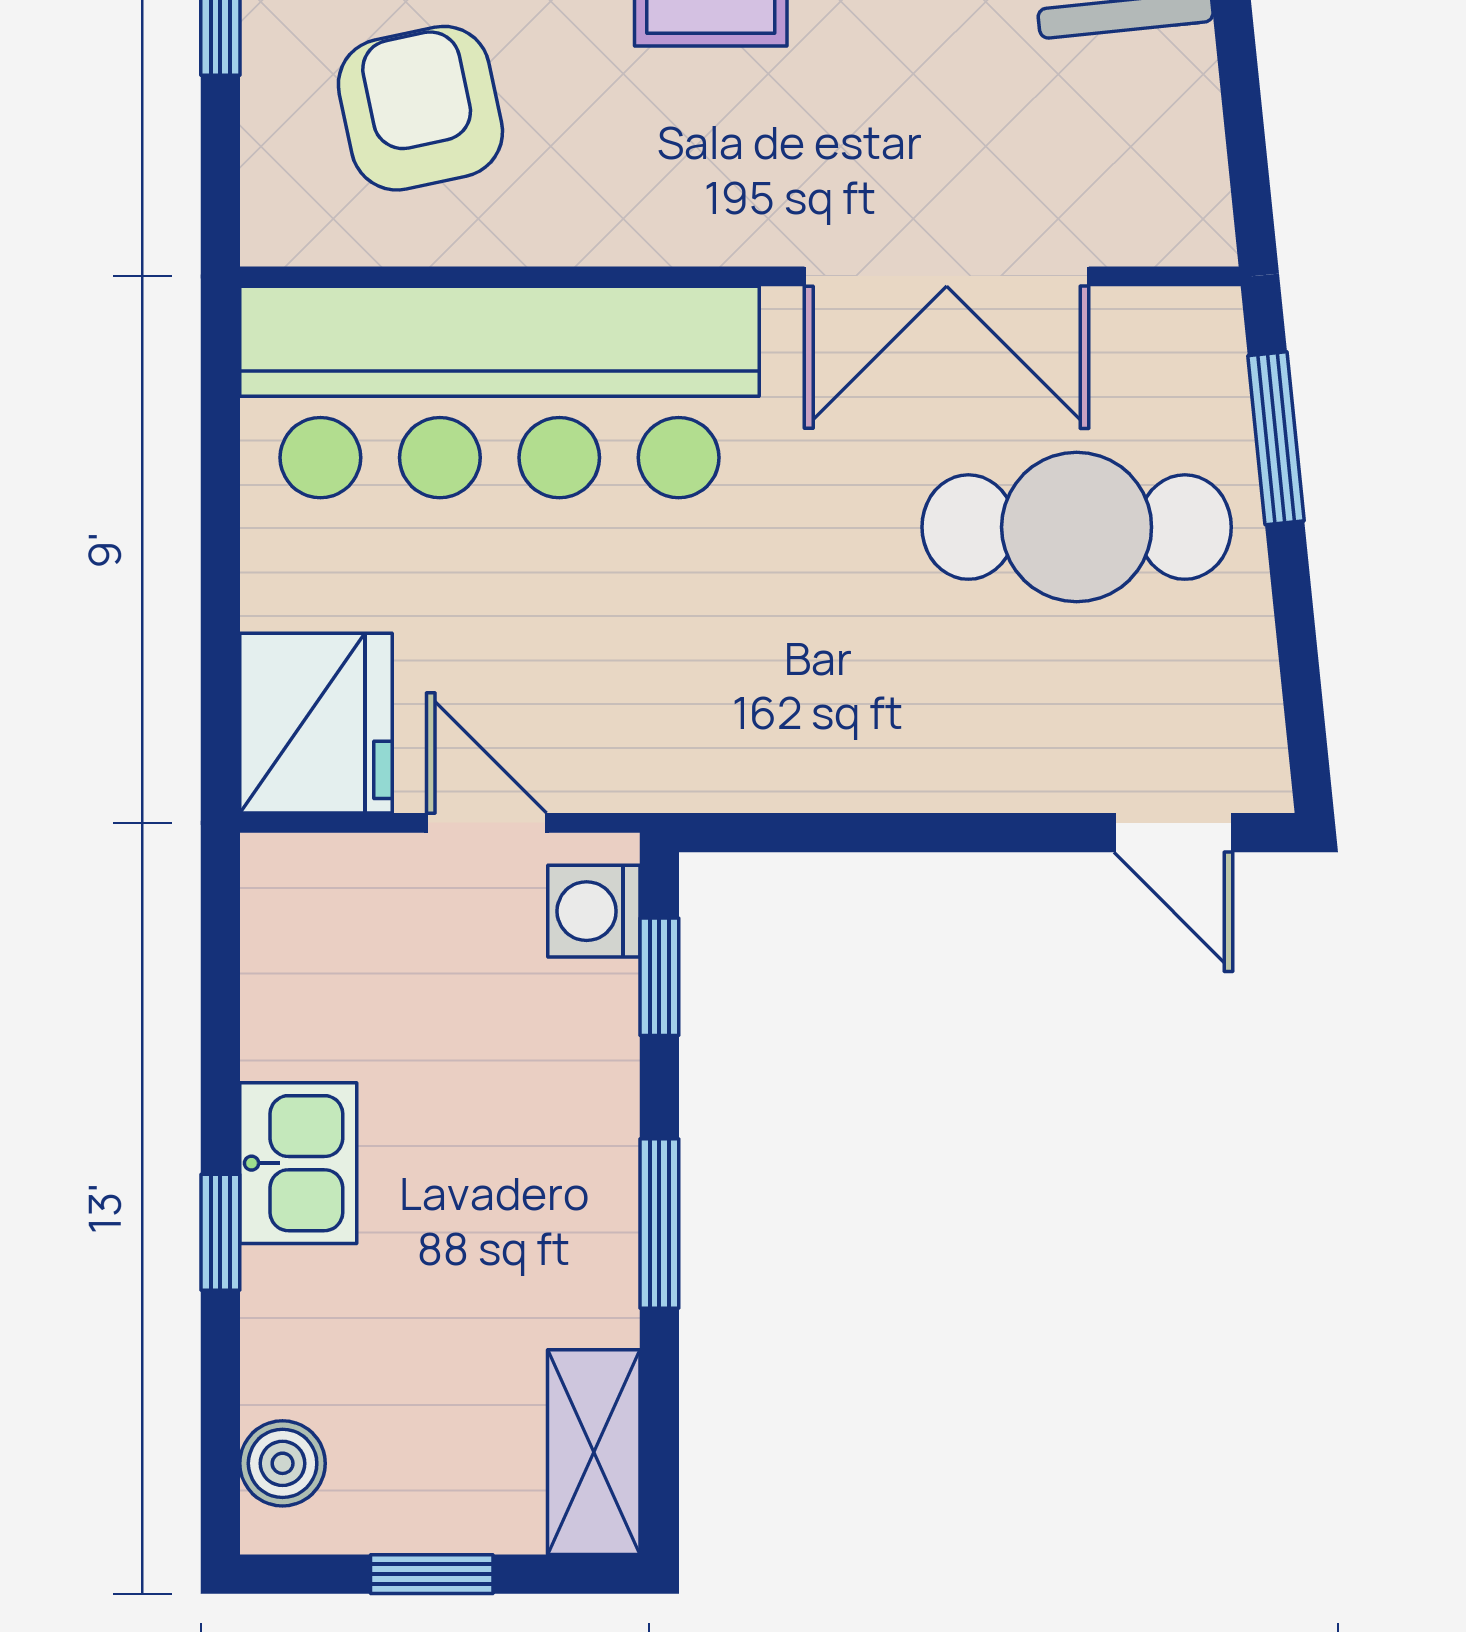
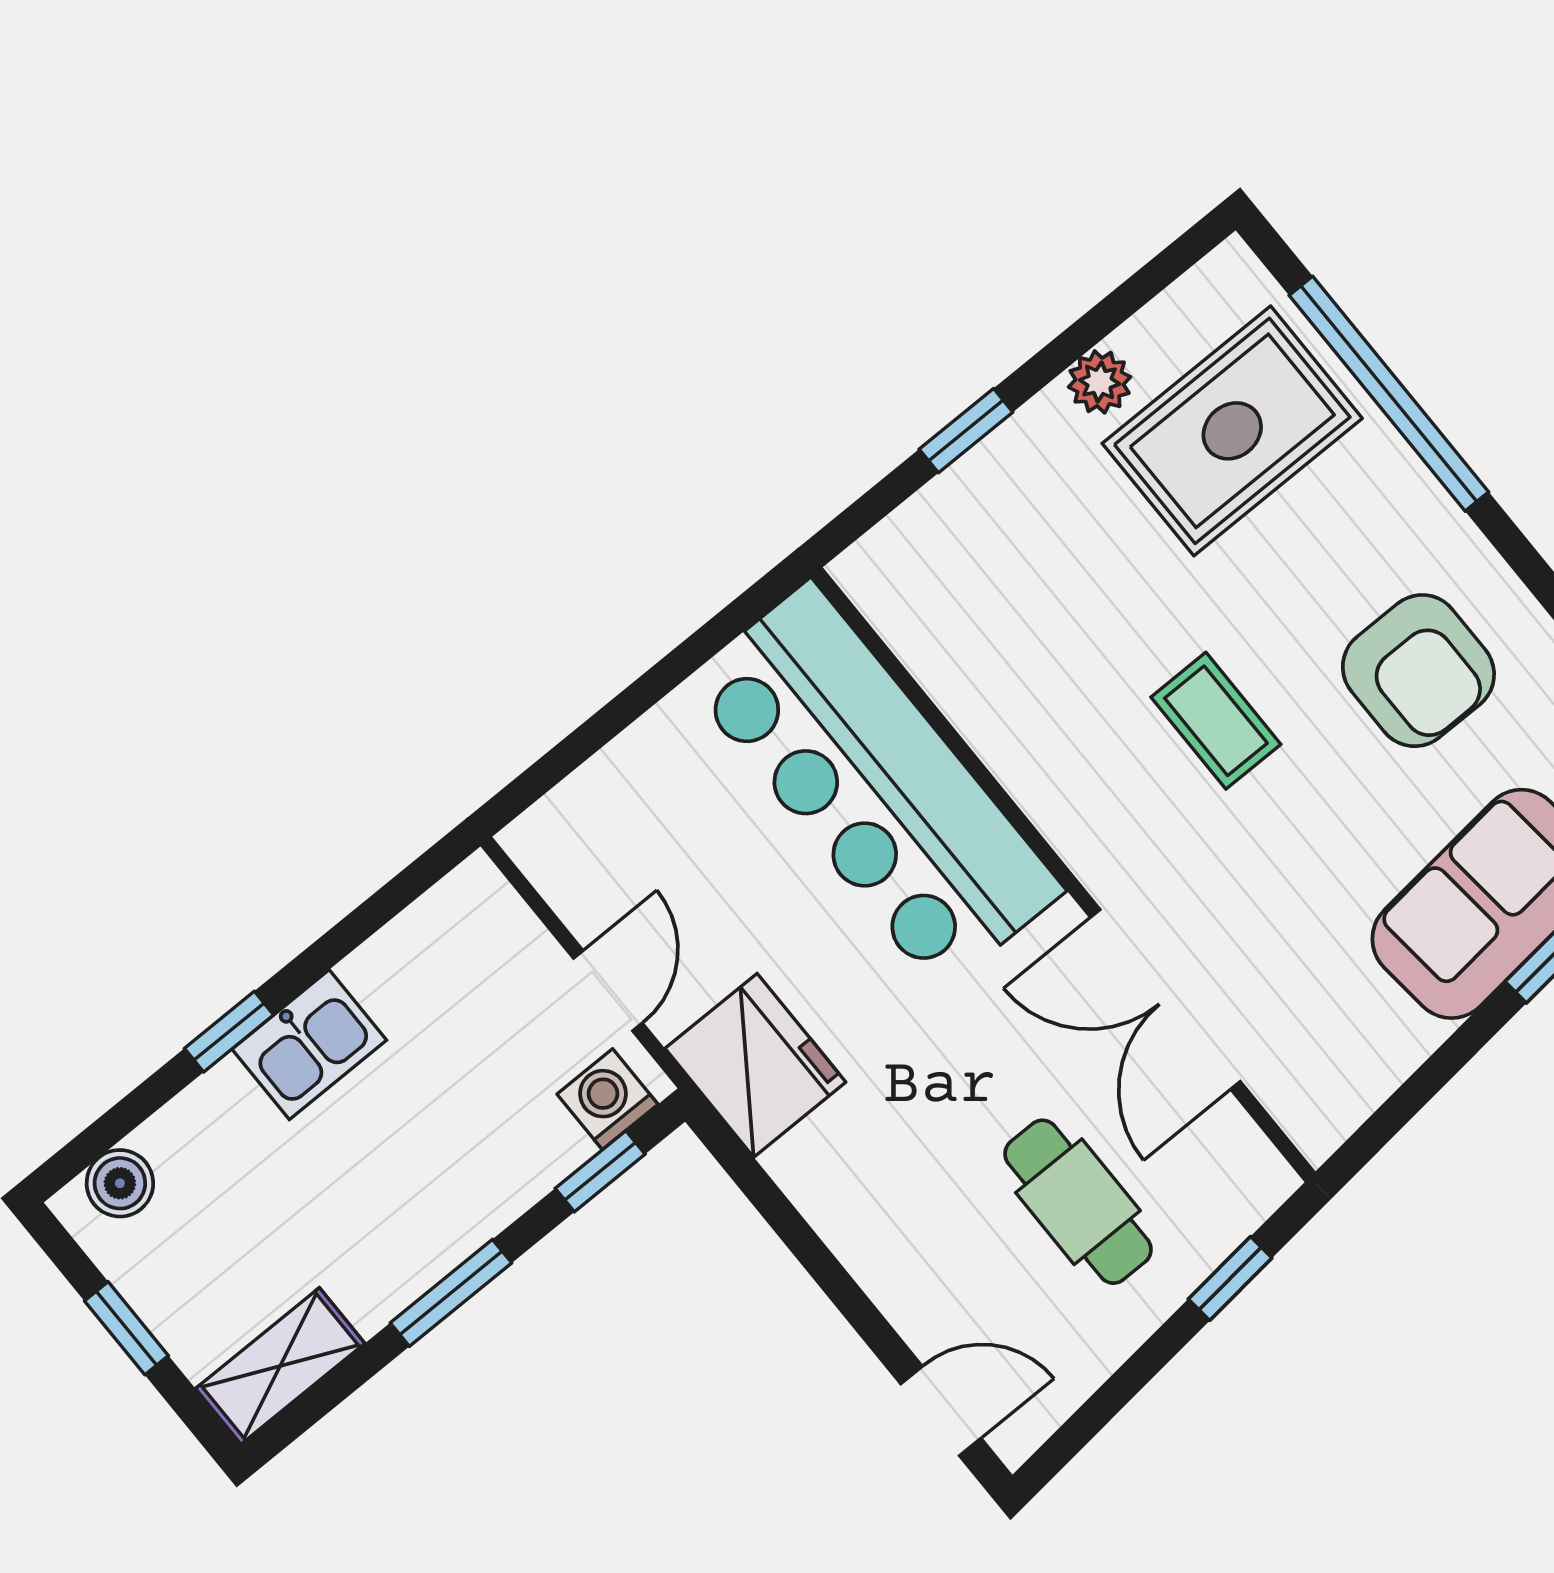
armchair: (420, 108) -> (1008, 598), removed
window: (1276, 438) -> (1230, 1278), width x0.67
cafe table: (1077, 527) -> (1078, 1202), width x0.73, depth x0.74
fridge: (316, 723) -> (755, 1065), moved, turned -90
door: (1173, 833) -> (941, 1411), swing flipped

